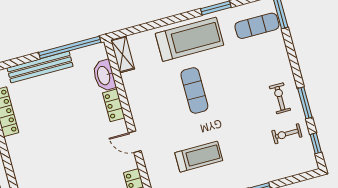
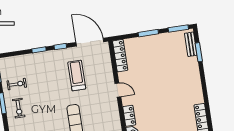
treadmill: (199, 157) -> (77, 76), turned 90

